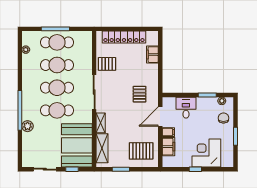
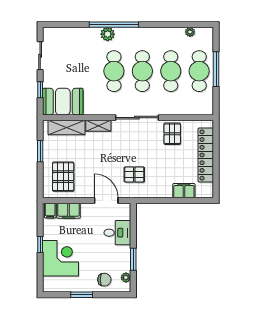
plant: (28, 126) -> (108, 34), moved
filing cabinet: (168, 132) -> (50, 211), moved
booth: (77, 145) -> (63, 102), width x0.73, depth x0.70

